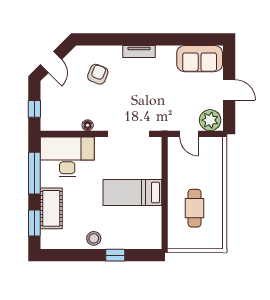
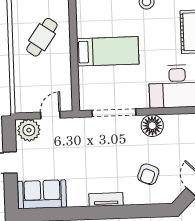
floor lamp: (88, 125) -> (152, 126), width x1.89, depth x1.89
door: (189, 134) -> (50, 115), hinge flipped
cafe table: (195, 208) -> (42, 37), turned 35

